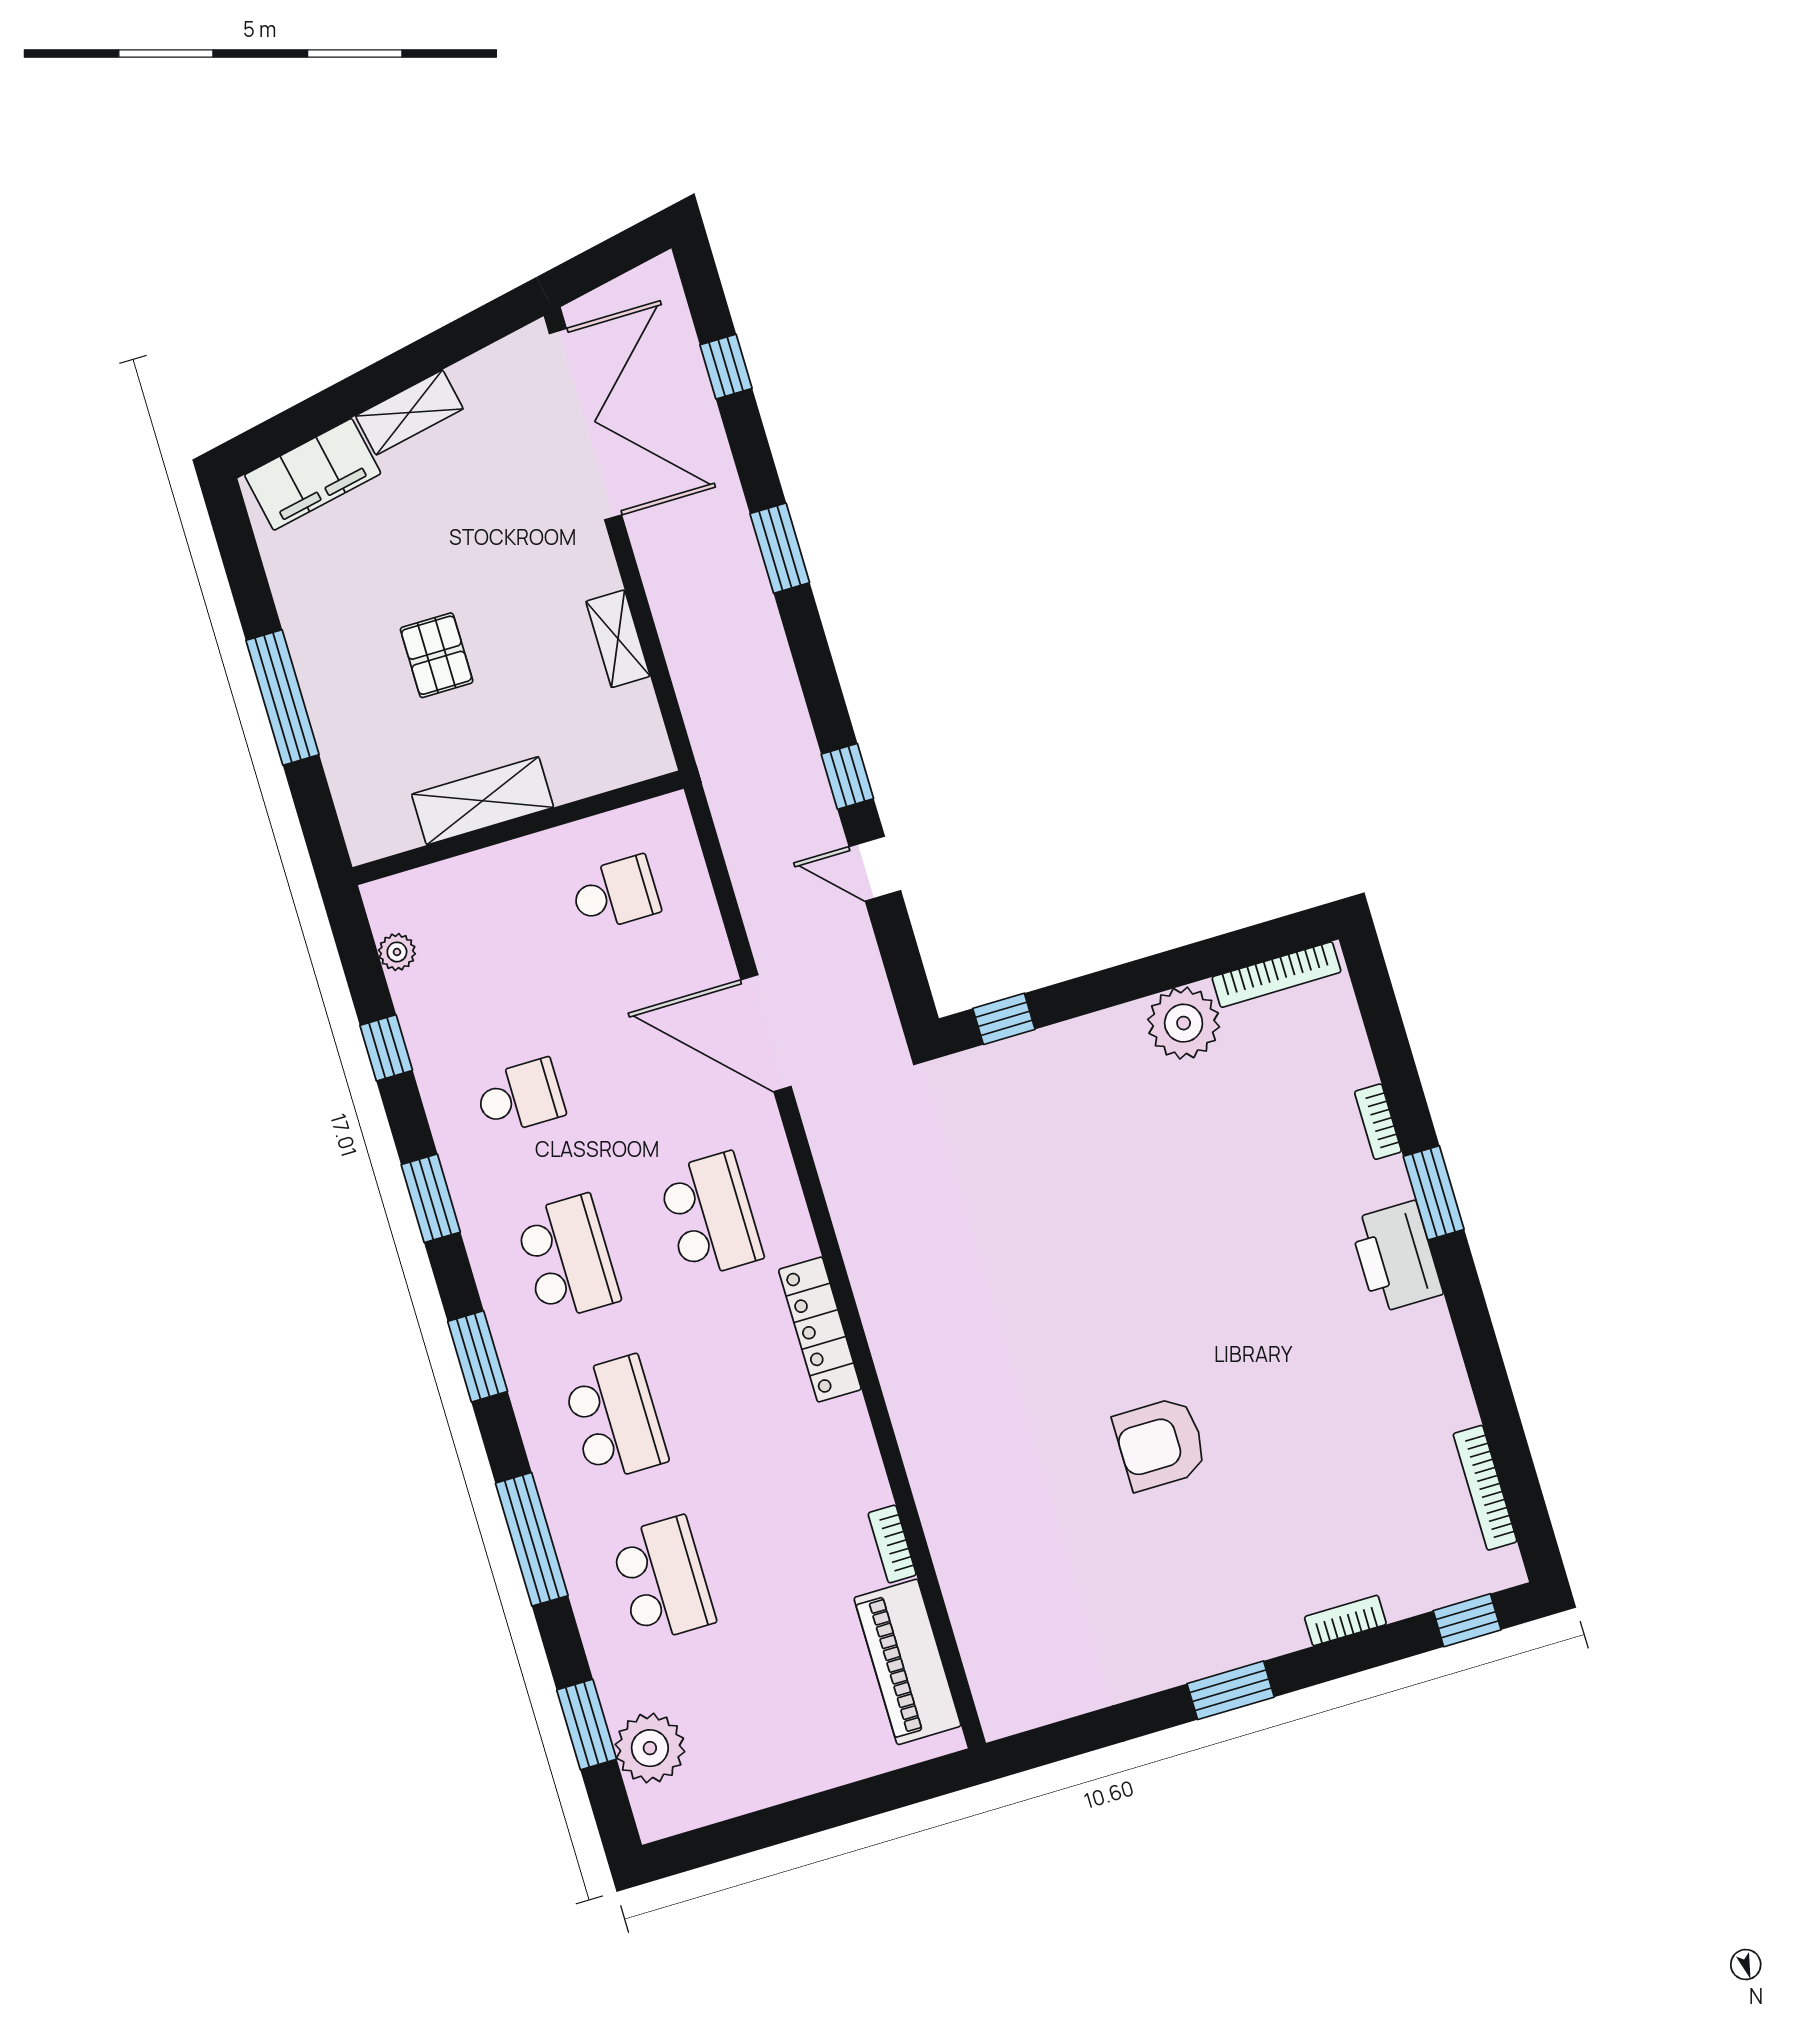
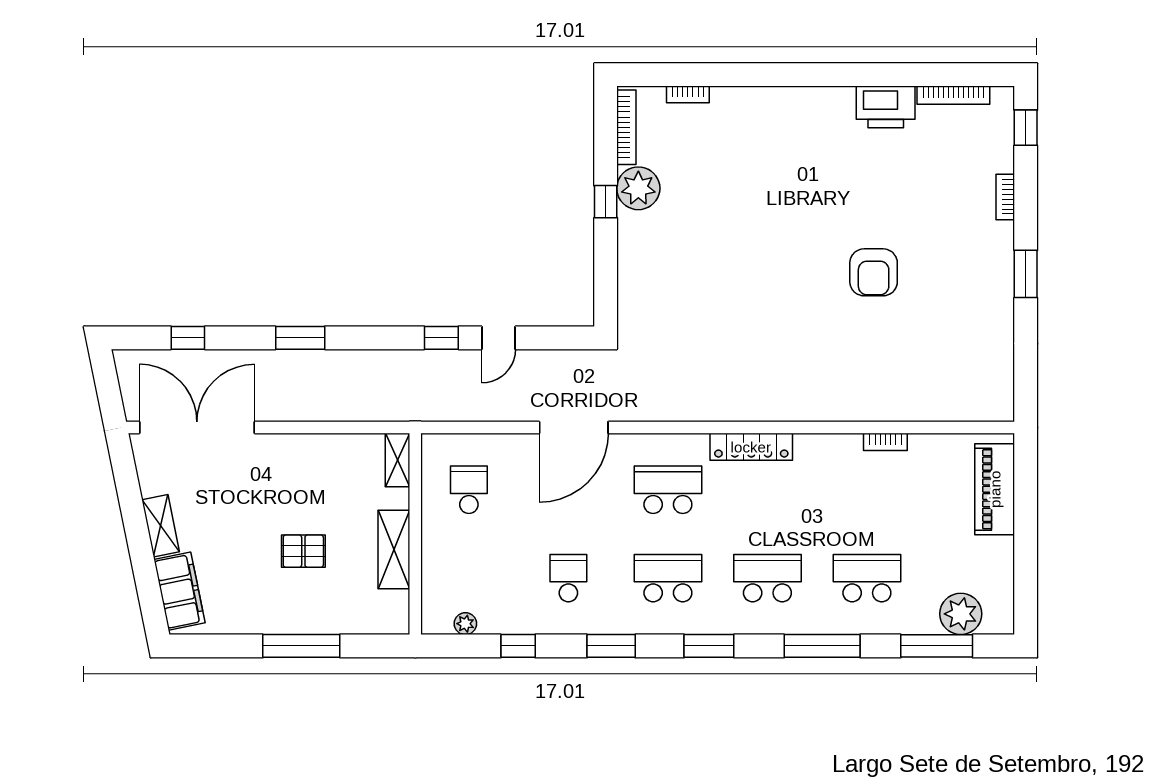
shelving: (618, 639) -> (398, 460), moved, turned 90
window: (1004, 1019) -> (606, 202), moved
bookcase: (1378, 1122) -> (688, 94), moved
window: (1434, 1193) -> (777, 75), removed
printer: (1396, 1257) -> (886, 107), moved
piano: (907, 1662) -> (995, 489), moved, turned 90
window: (587, 1724) -> (937, 646), width x1.44

